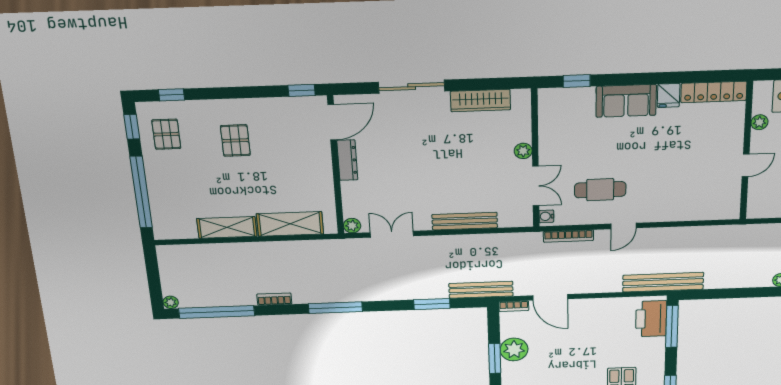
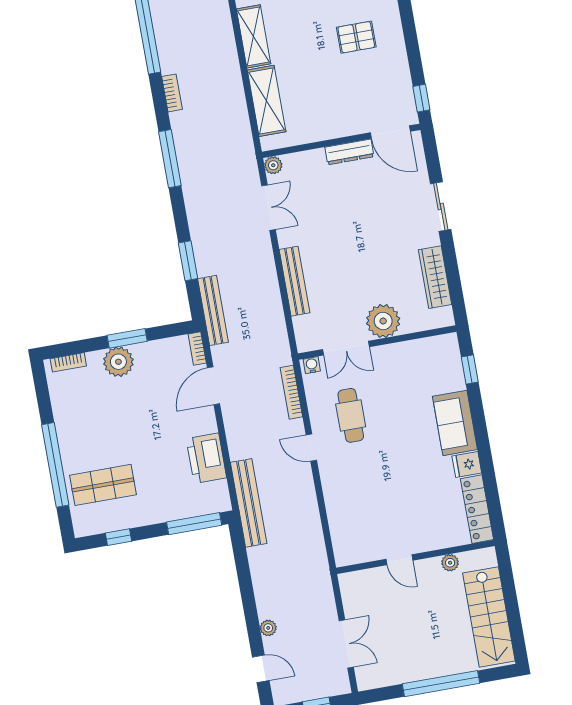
sliding door: (412, 87) -> (441, 207), width x0.73
plant: (523, 151) -> (383, 321), width x1.88, depth x1.88
printer: (651, 319) -> (206, 458), moved, turned -90
plant: (514, 349) -> (118, 362), moved

